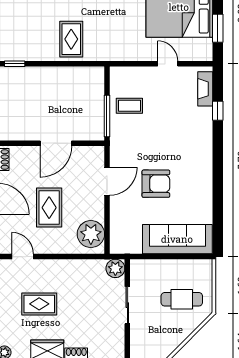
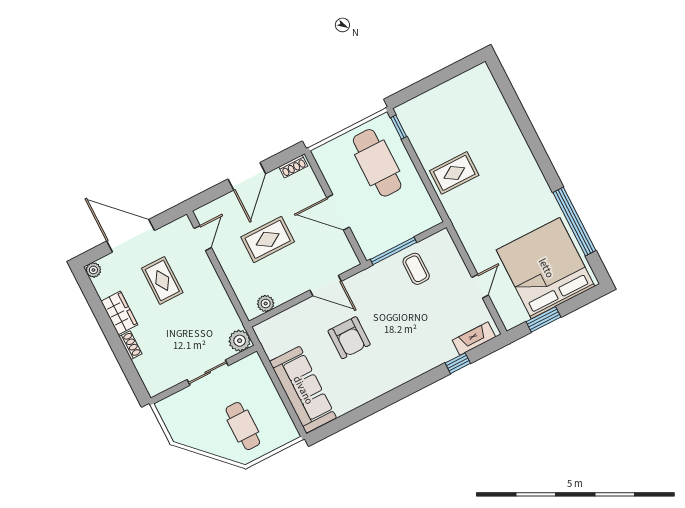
cafe table: (33, 94) -> (377, 163), added
plant: (91, 234) -> (266, 303), width x0.53, depth x0.53

